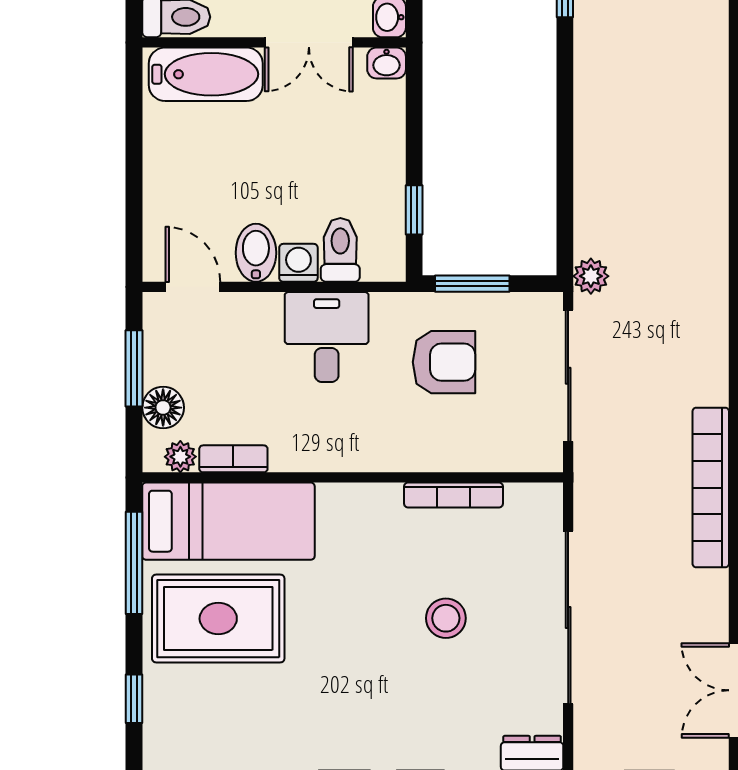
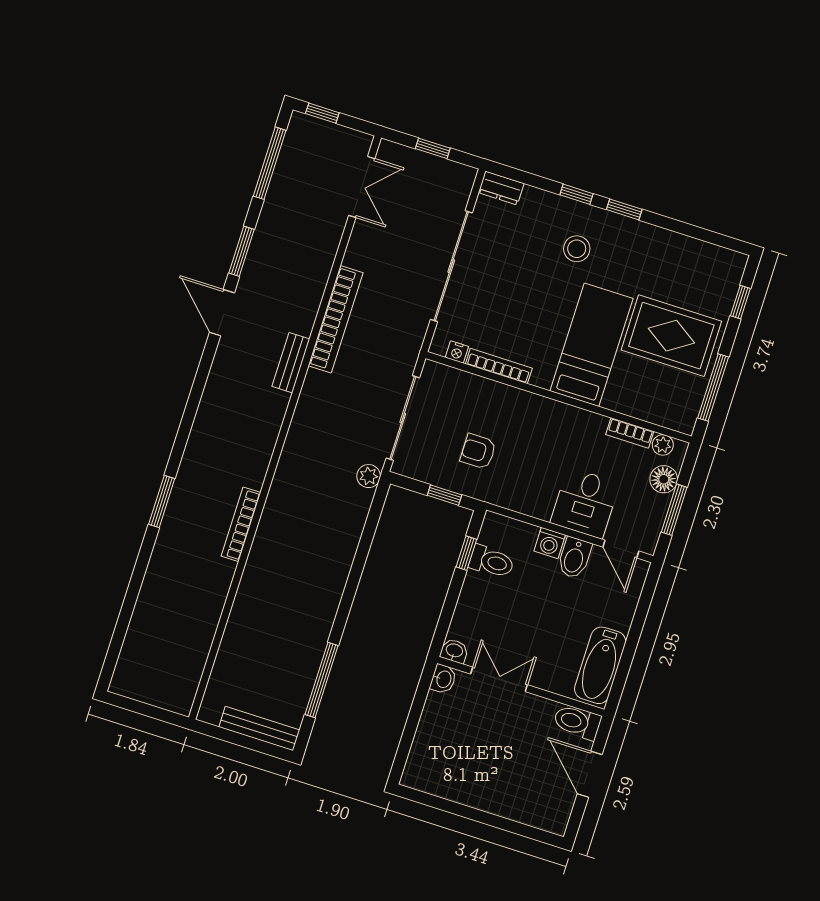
bathtub: (206, 74) -> (600, 665), moved, turned -90
toilet: (340, 250) -> (492, 562), moved, turned -90
window: (472, 284) -> (445, 495), width x0.67
desk: (327, 337) -> (585, 503), moved
armchair: (444, 362) -> (478, 451), width x0.72, depth x0.72
nightstand: (520, 496) -> (457, 352), added
bed: (228, 521) -> (591, 345), moved, turned 90
stool: (446, 618) -> (577, 249), moved

